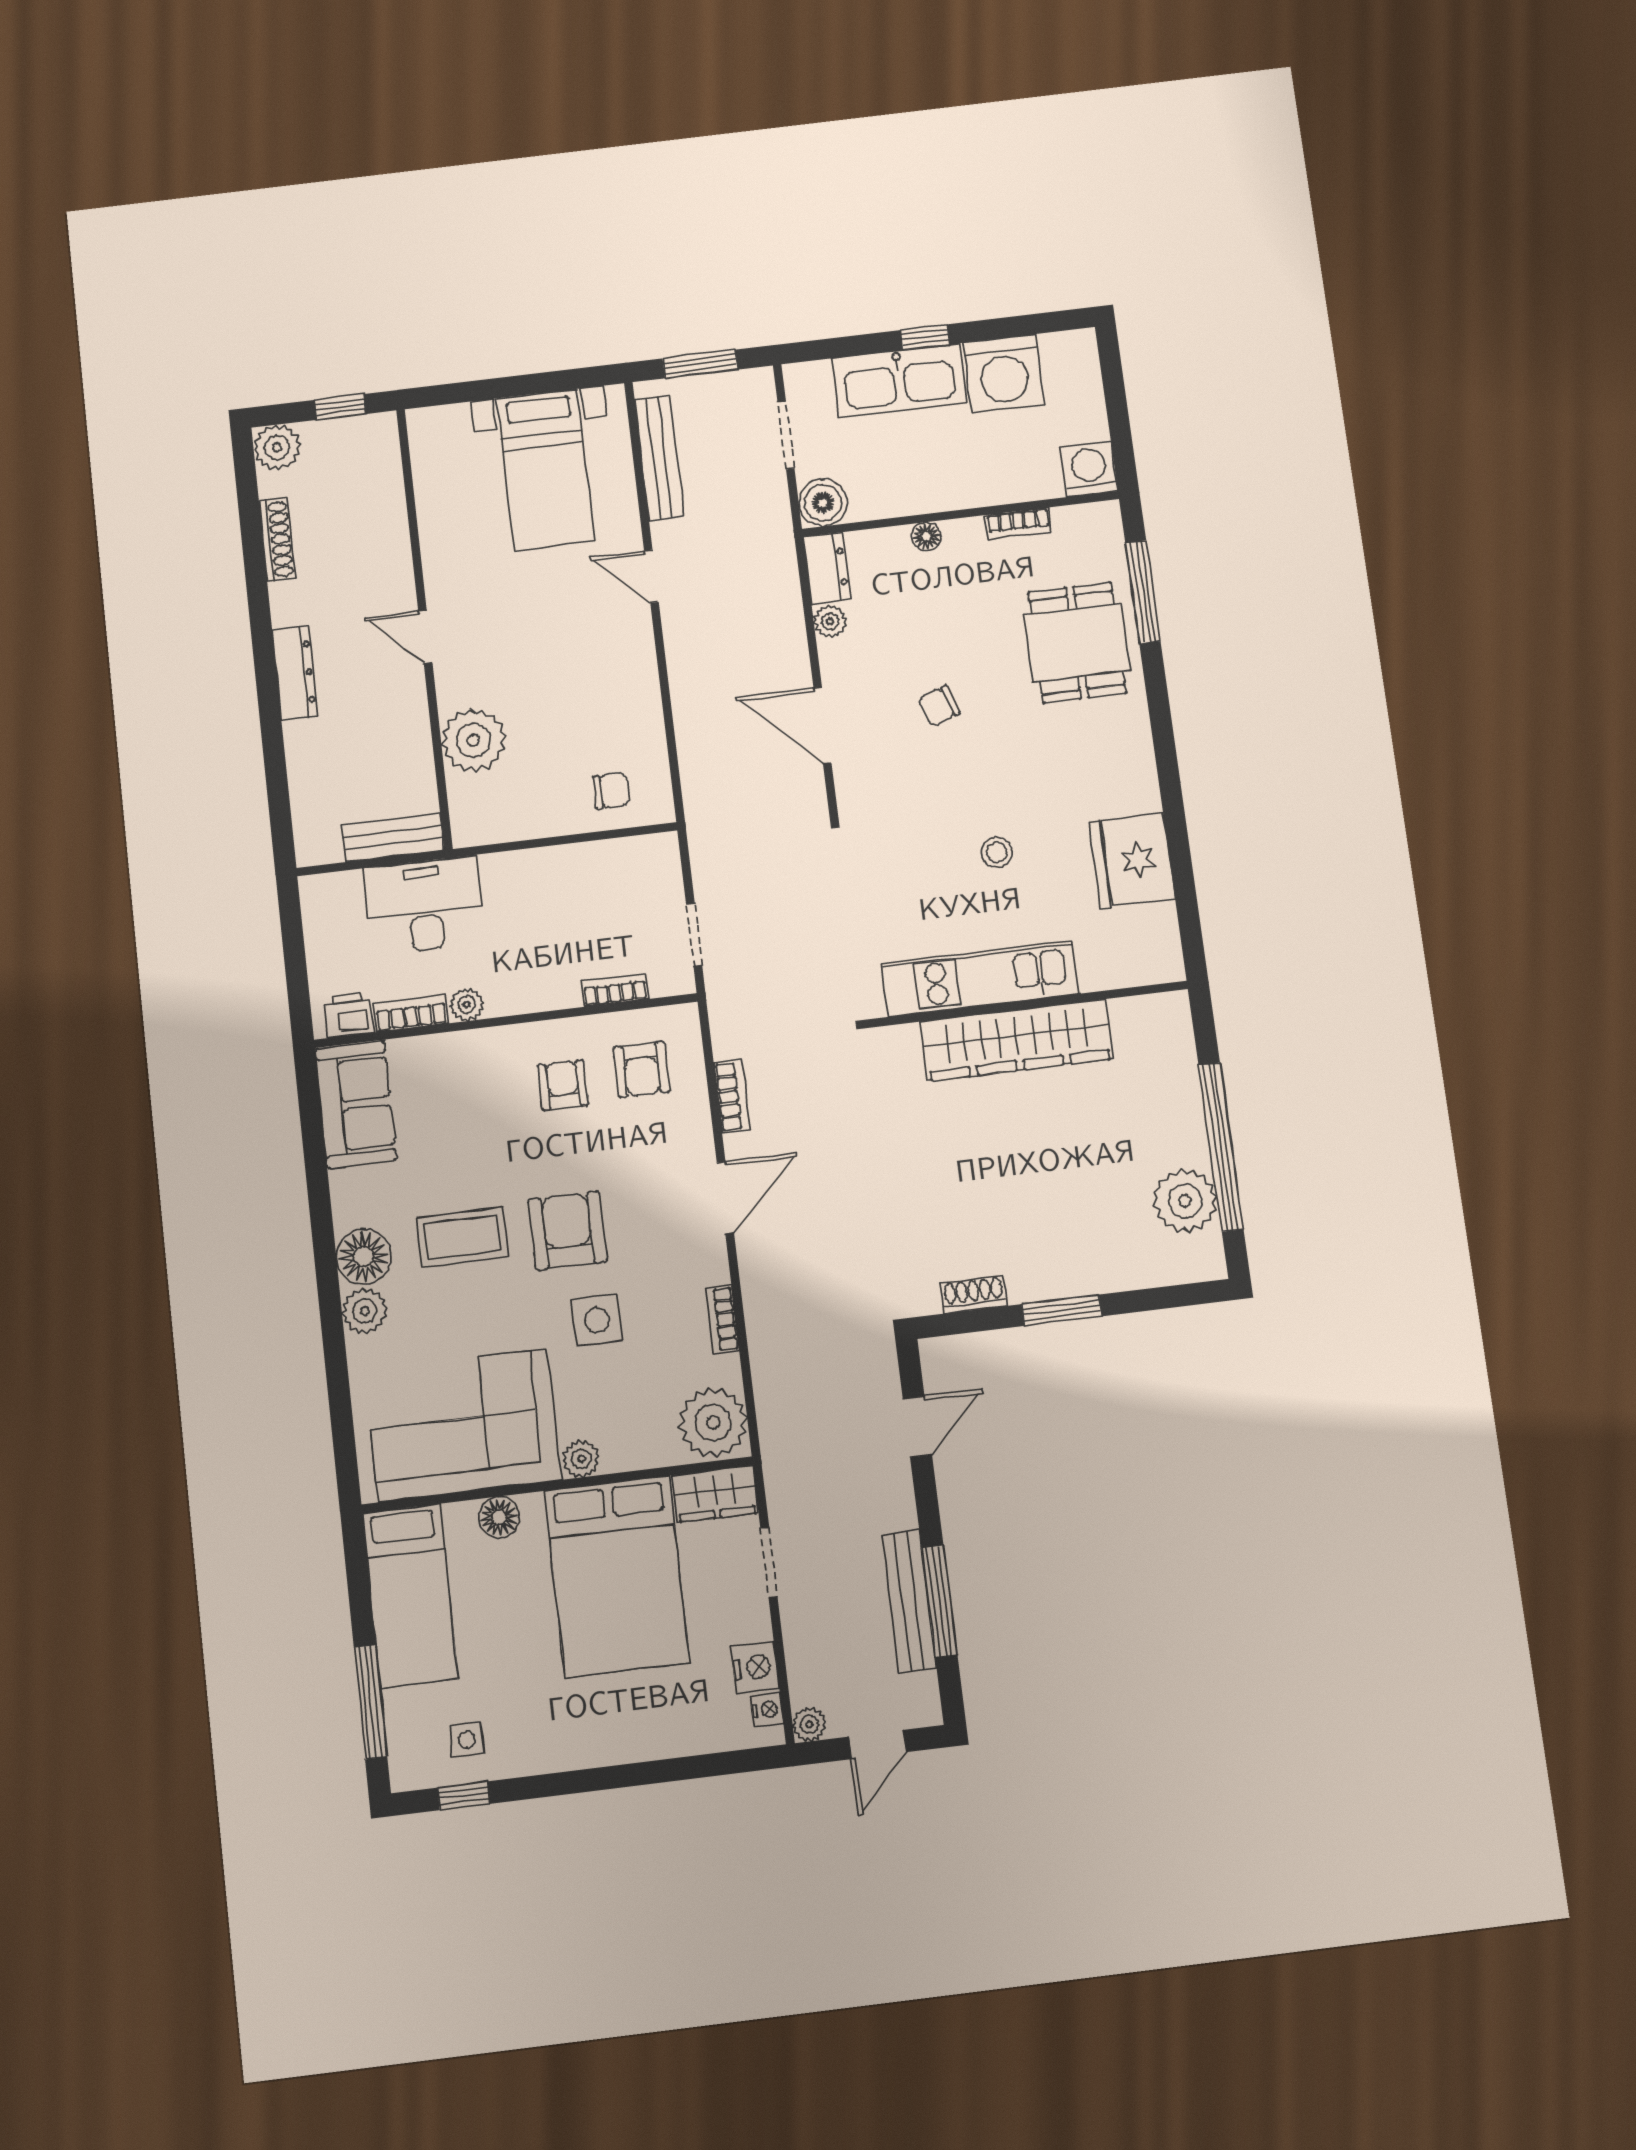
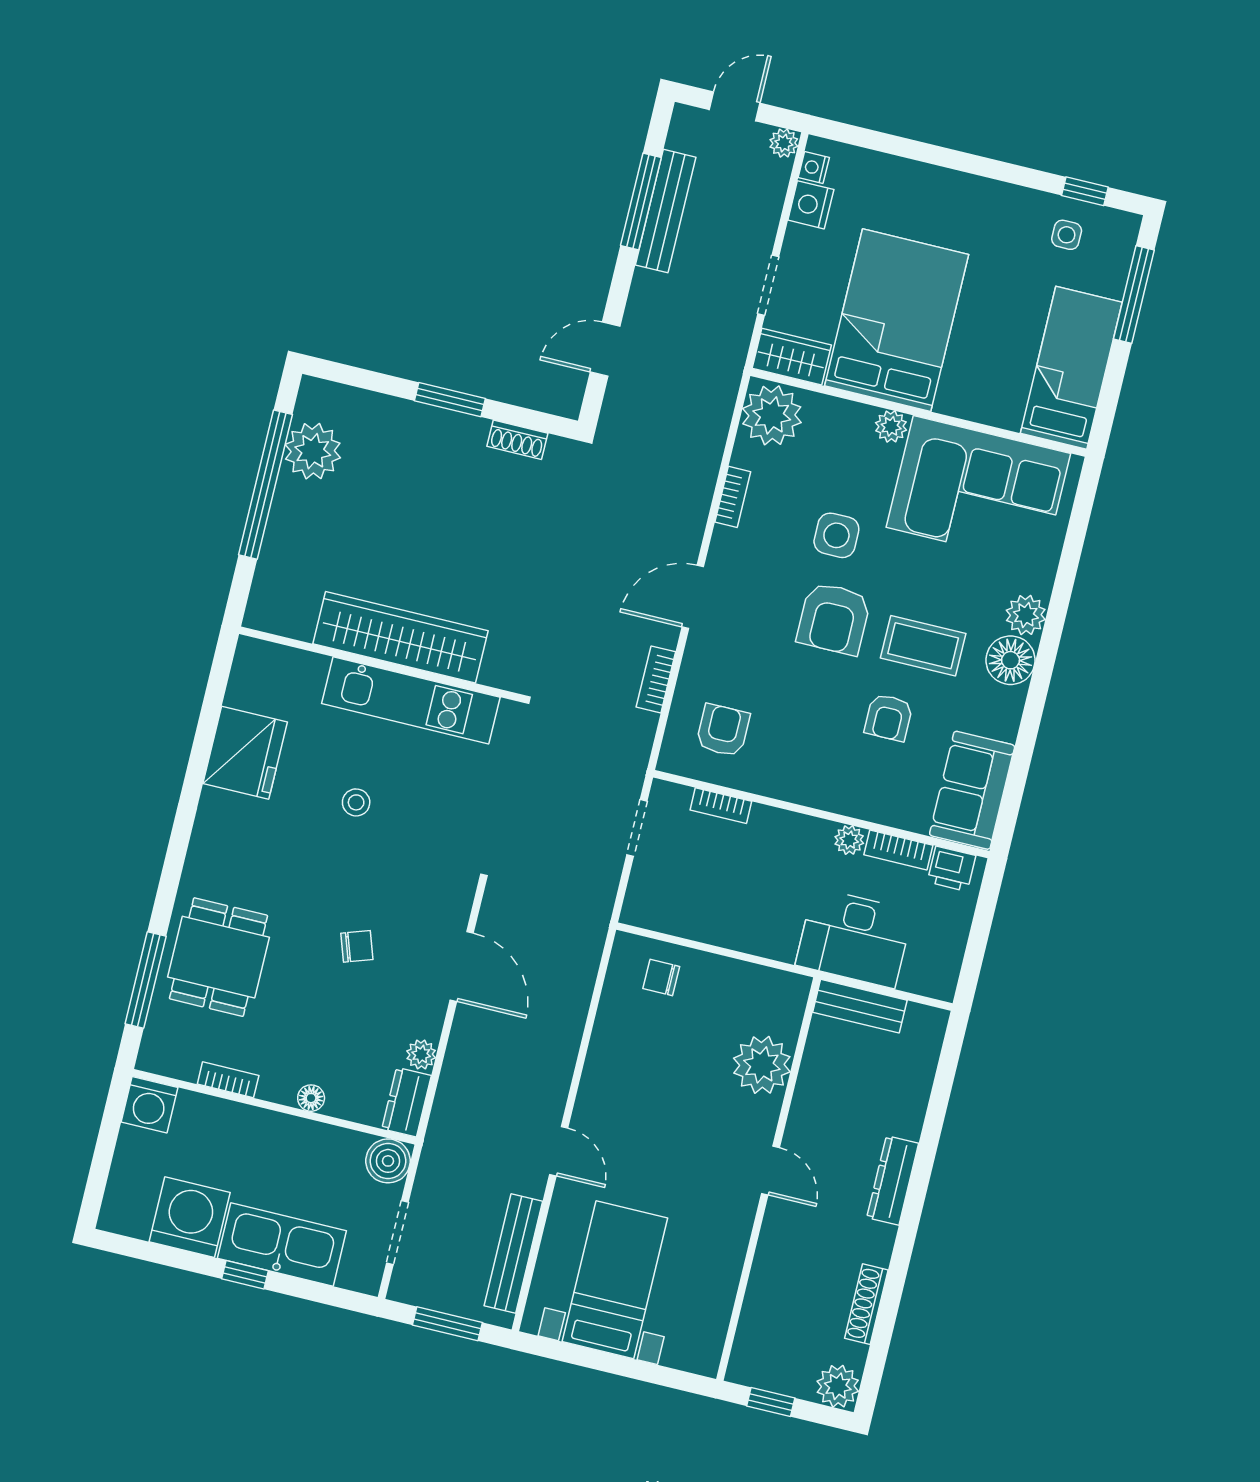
armchair: (563, 1085) -> (889, 717), moved
floor lamp: (499, 1517) -> (976, 404), removed

